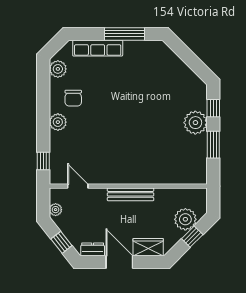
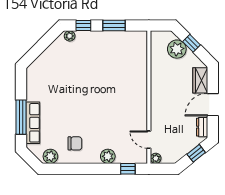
window: (124, 34) -> (21, 117), moved
plant: (58, 122) -> (108, 156), moved
plant: (195, 123) -> (70, 36), moved, width x0.53, depth x0.53
door: (78, 186) -> (149, 140), hinge flipped
bench: (131, 194) -> (156, 95), removed
plant: (56, 210) -> (156, 158), moved

